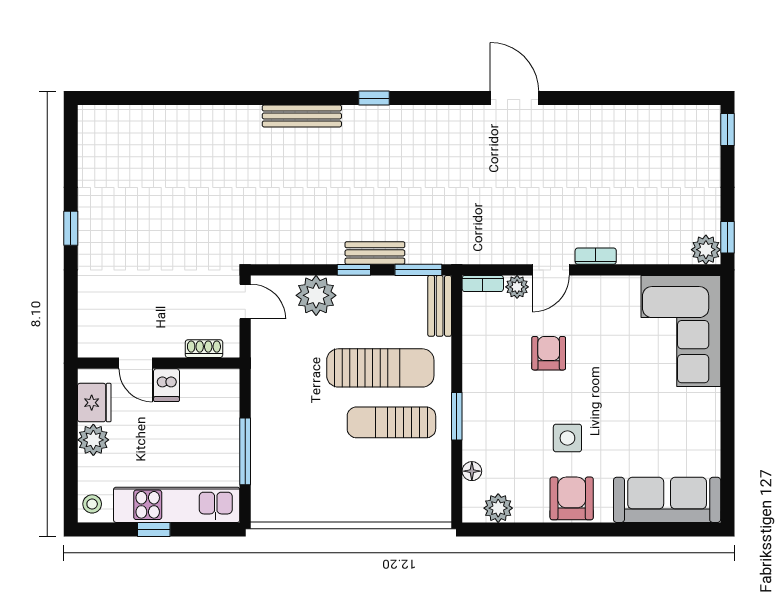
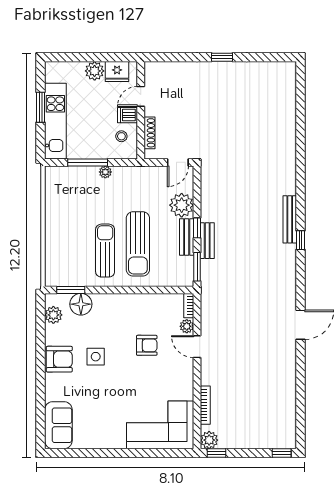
bench: (302, 116) -> (290, 219), moved
bookcase: (596, 256) -> (205, 405), moved, width x1.56
bench: (440, 306) -> (187, 237), moved, turned 90
shoe rack: (204, 349) -> (149, 133), width x1.43
window: (457, 416) -> (71, 290), moved
plant: (261, 422) -> (105, 172), added
floor lamp: (472, 471) -> (81, 304), width x1.89, depth x1.89
sofa: (667, 500) -> (58, 425), width x0.73
stool: (92, 504) -> (121, 136), moved
window: (154, 529) -> (41, 107), width x1.50

